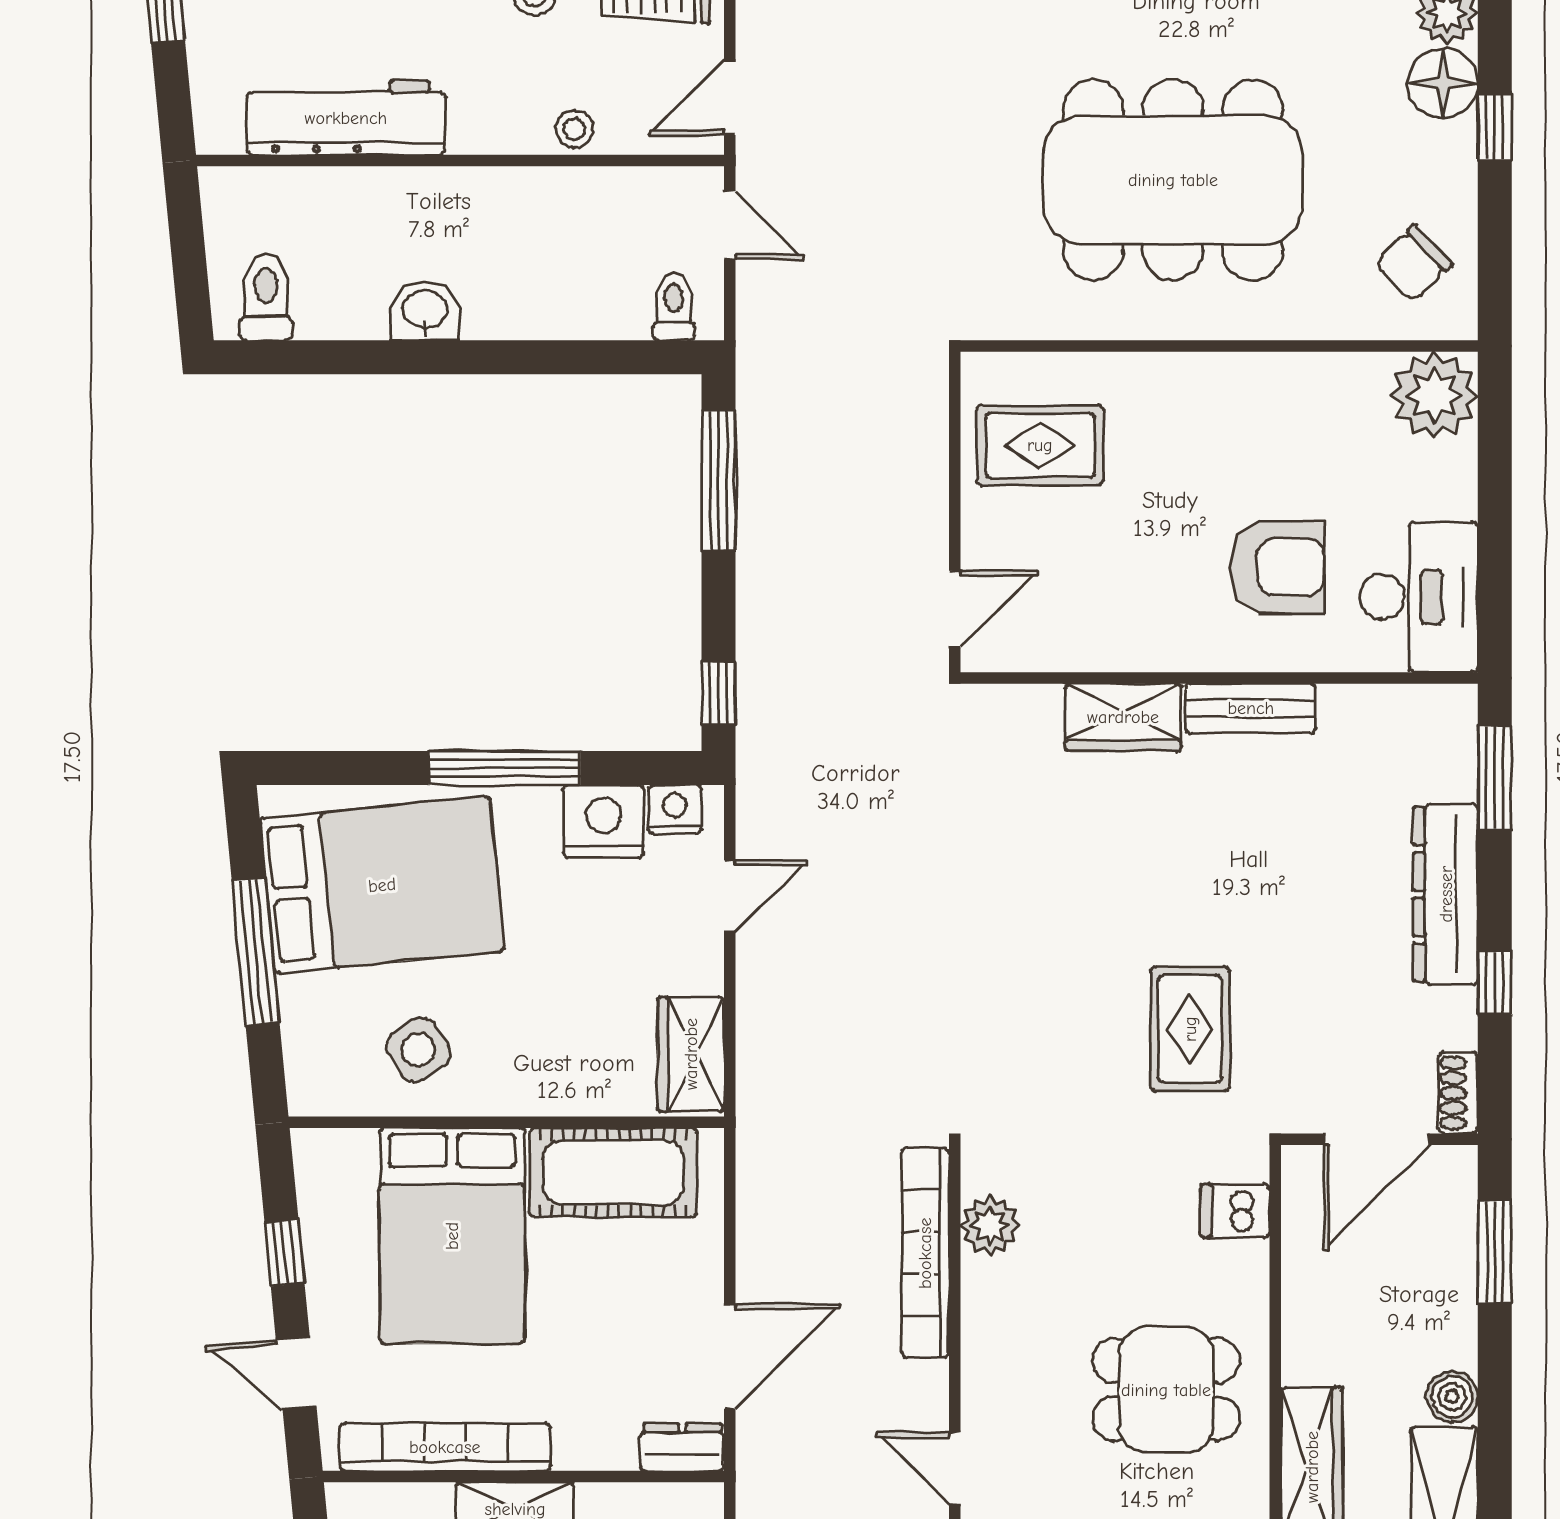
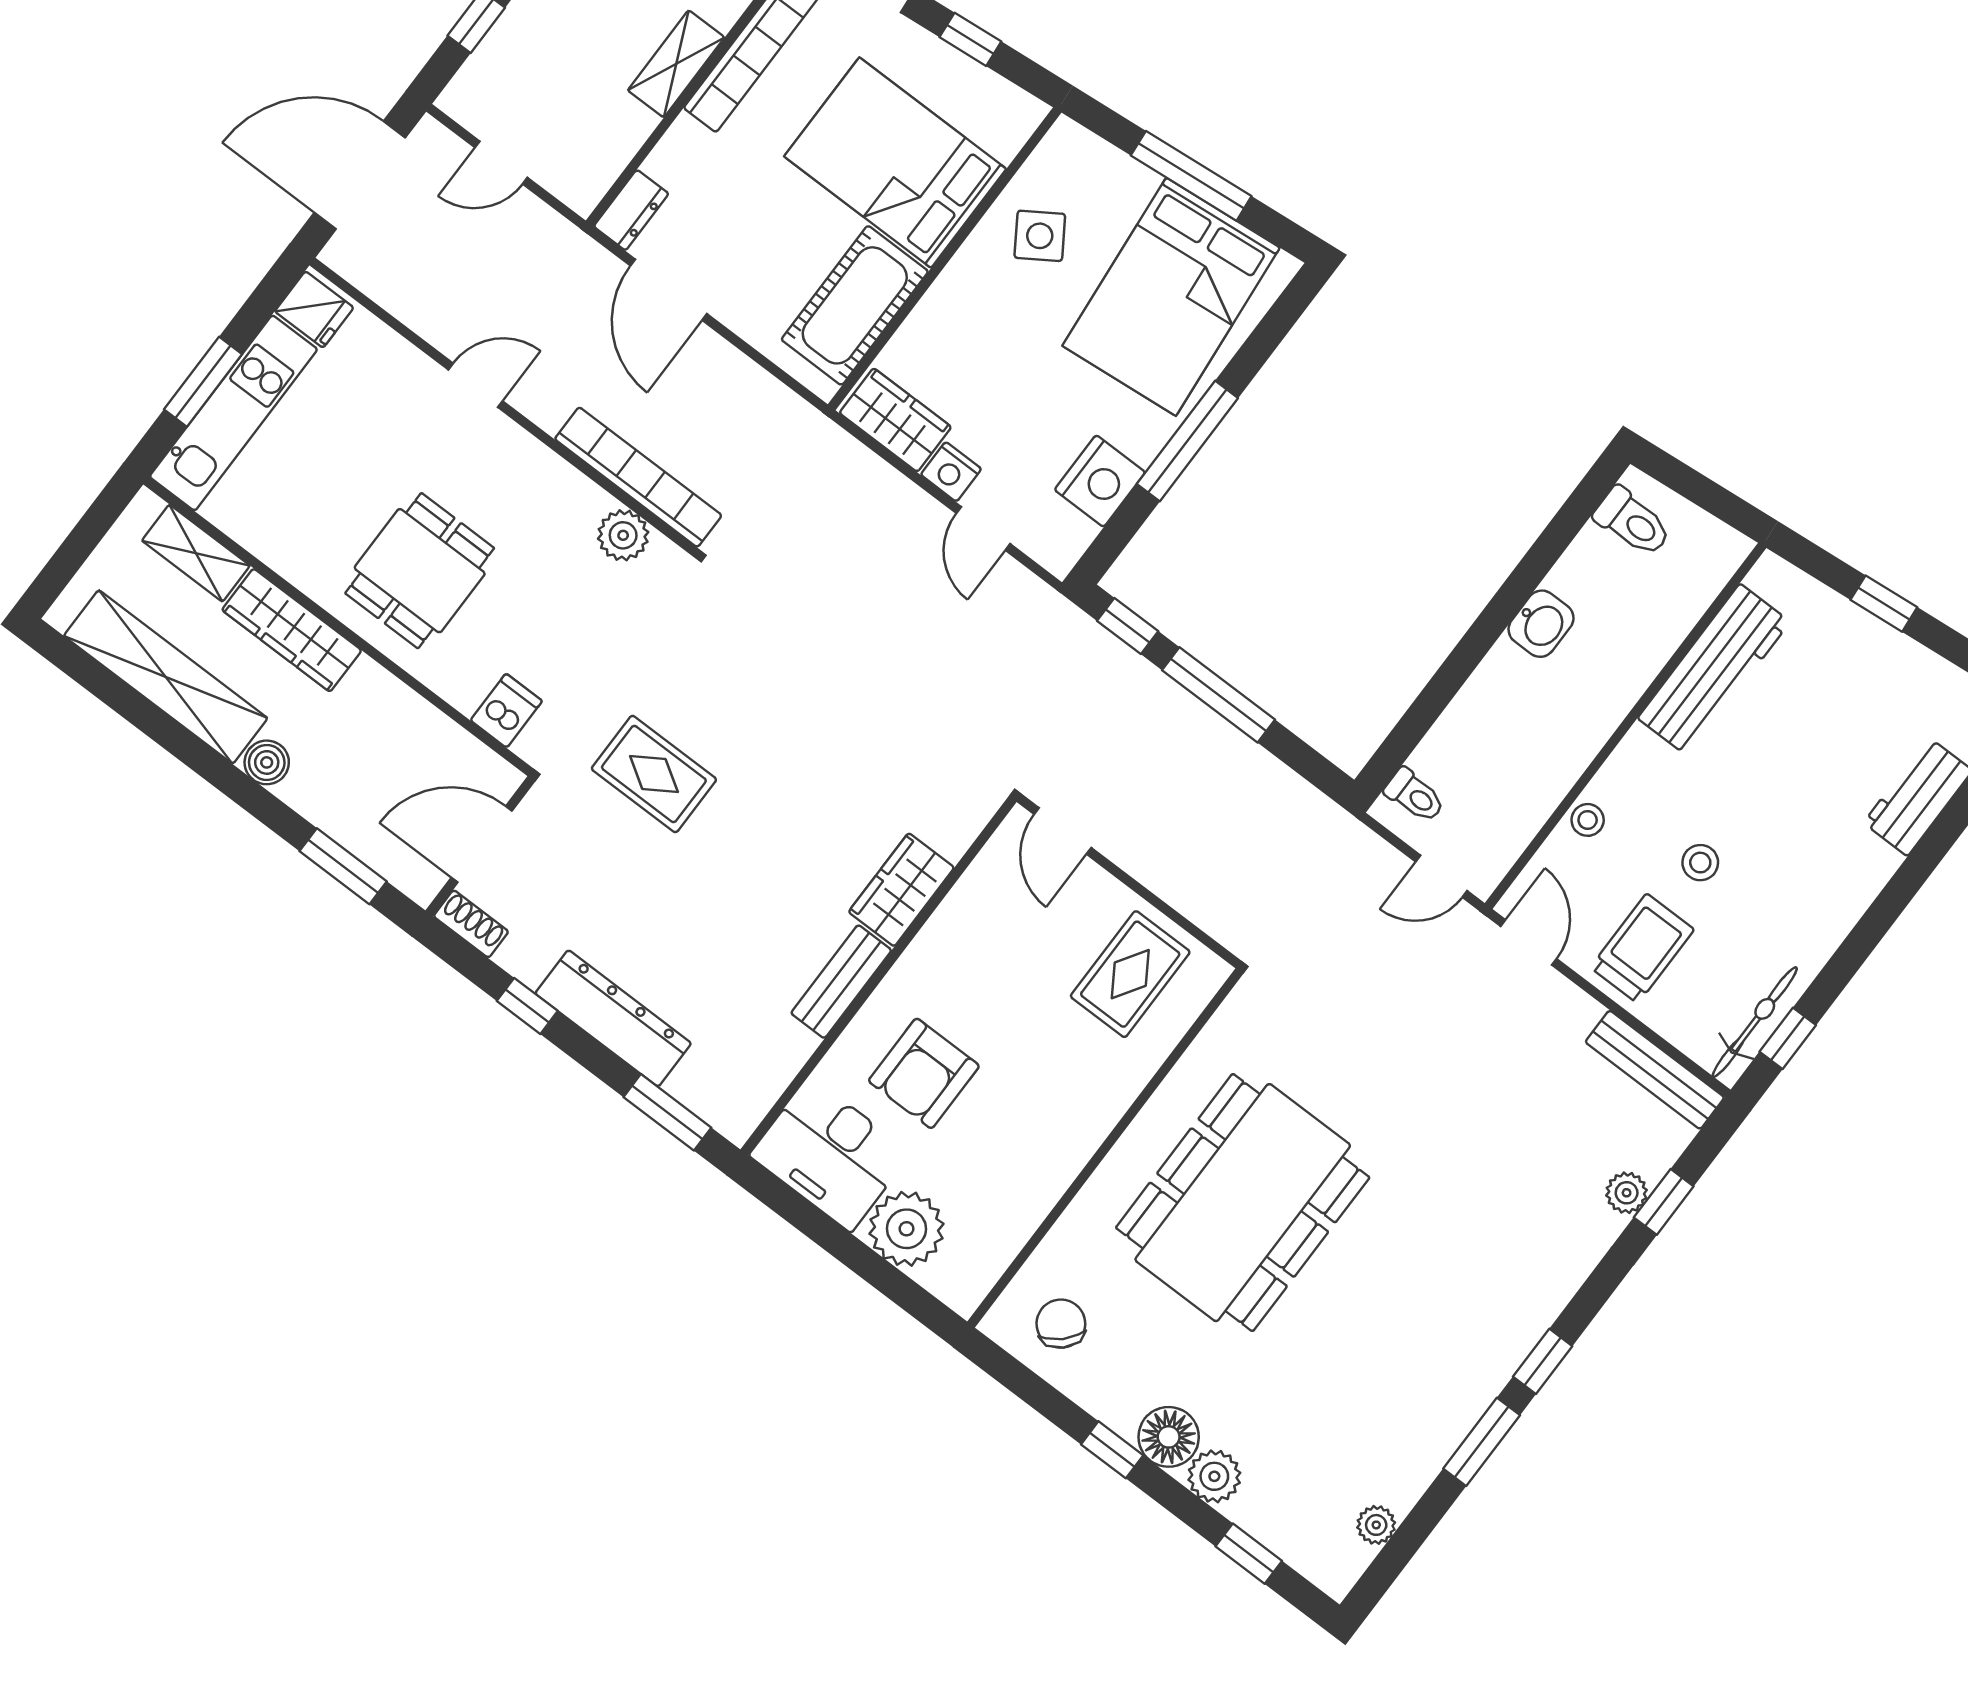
plant: (1434, 395) -> (906, 1229), moved
window: (719, 481) -> (1219, 695), moved
nightstand: (675, 809) -> (951, 472), moved, turned 90
door: (1377, 1139) -> (482, 844), hinge flipped

